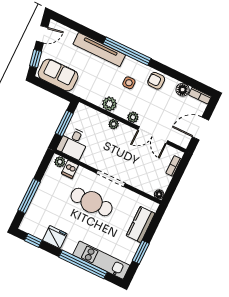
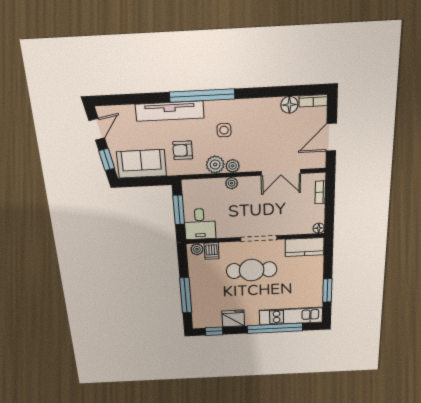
armchair: (156, 81) -> (183, 150), moved
plant: (133, 117) -> (233, 166), moved
kitchen counter: (141, 224) -> (305, 247), moved, turned -90

